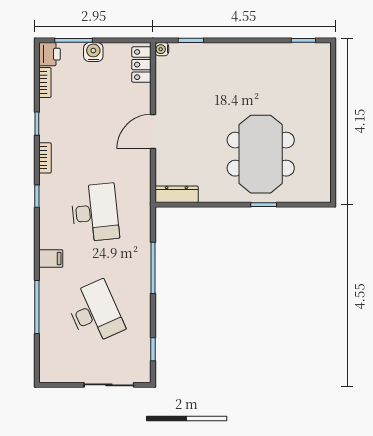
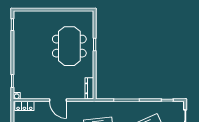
meeting table: (261, 154) -> (69, 46), turned 90

